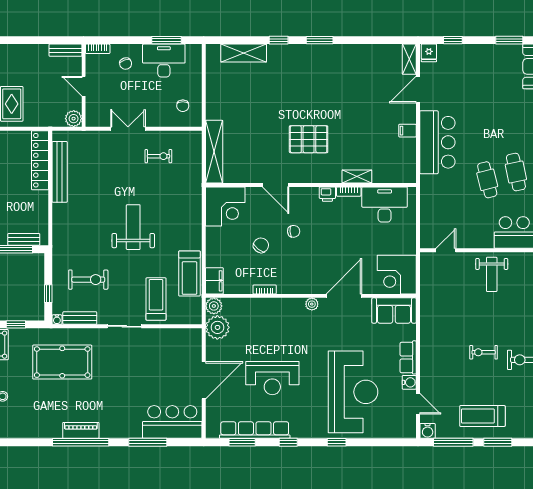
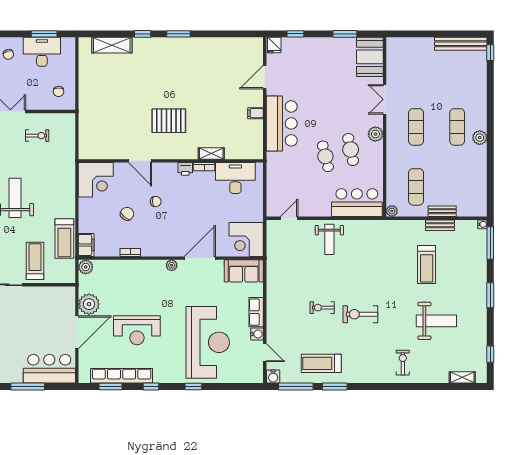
shelving: (409, 59) -> (257, 51), removed
shelving: (214, 152) -> (86, 132), removed
plant: (217, 327) -> (89, 304), moved

